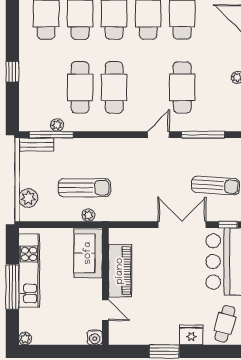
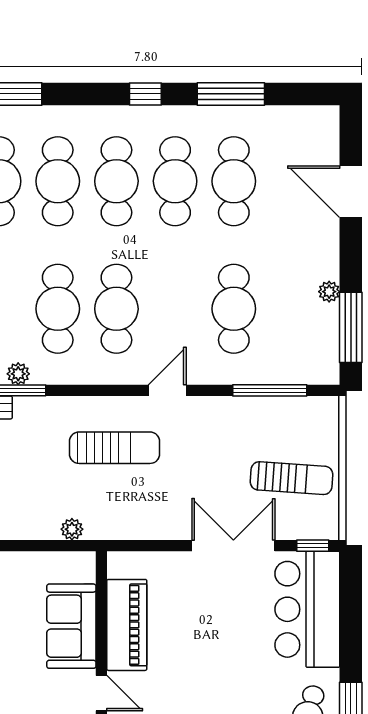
door: (158, 135) -> (167, 390), moved
sun lounger: (84, 188) -> (115, 448), moved
sofa: (88, 253) -> (71, 626), moved

